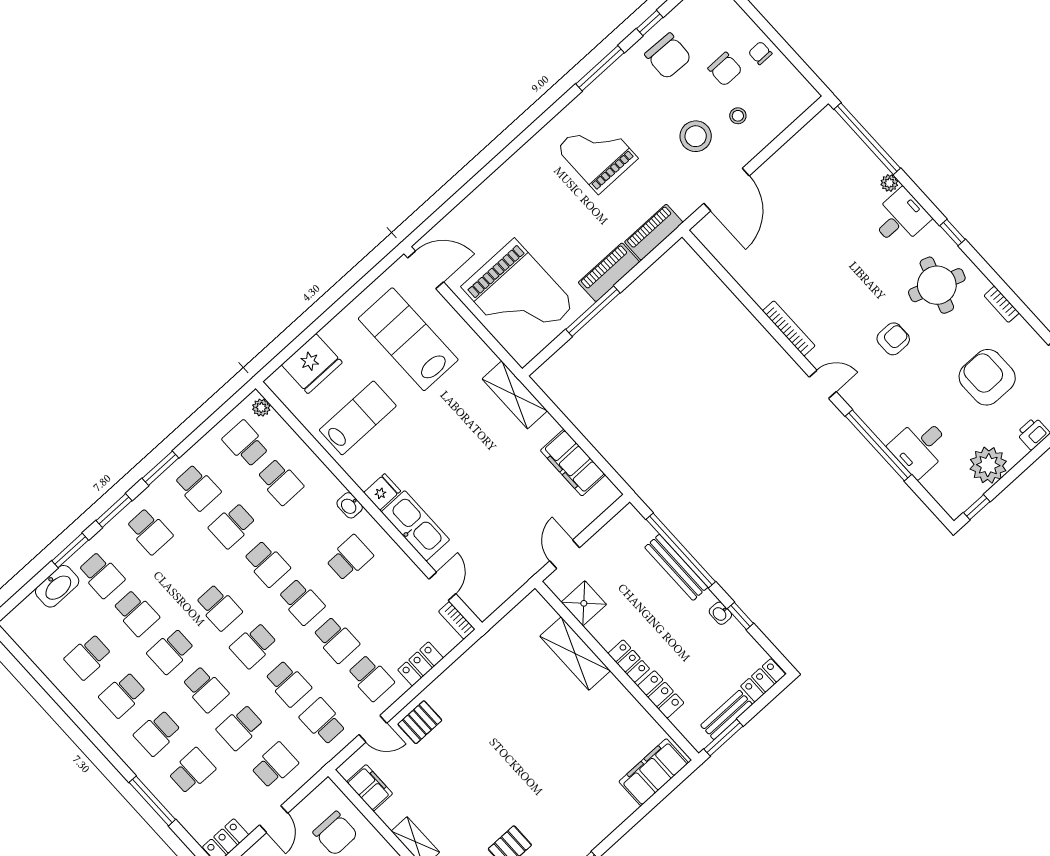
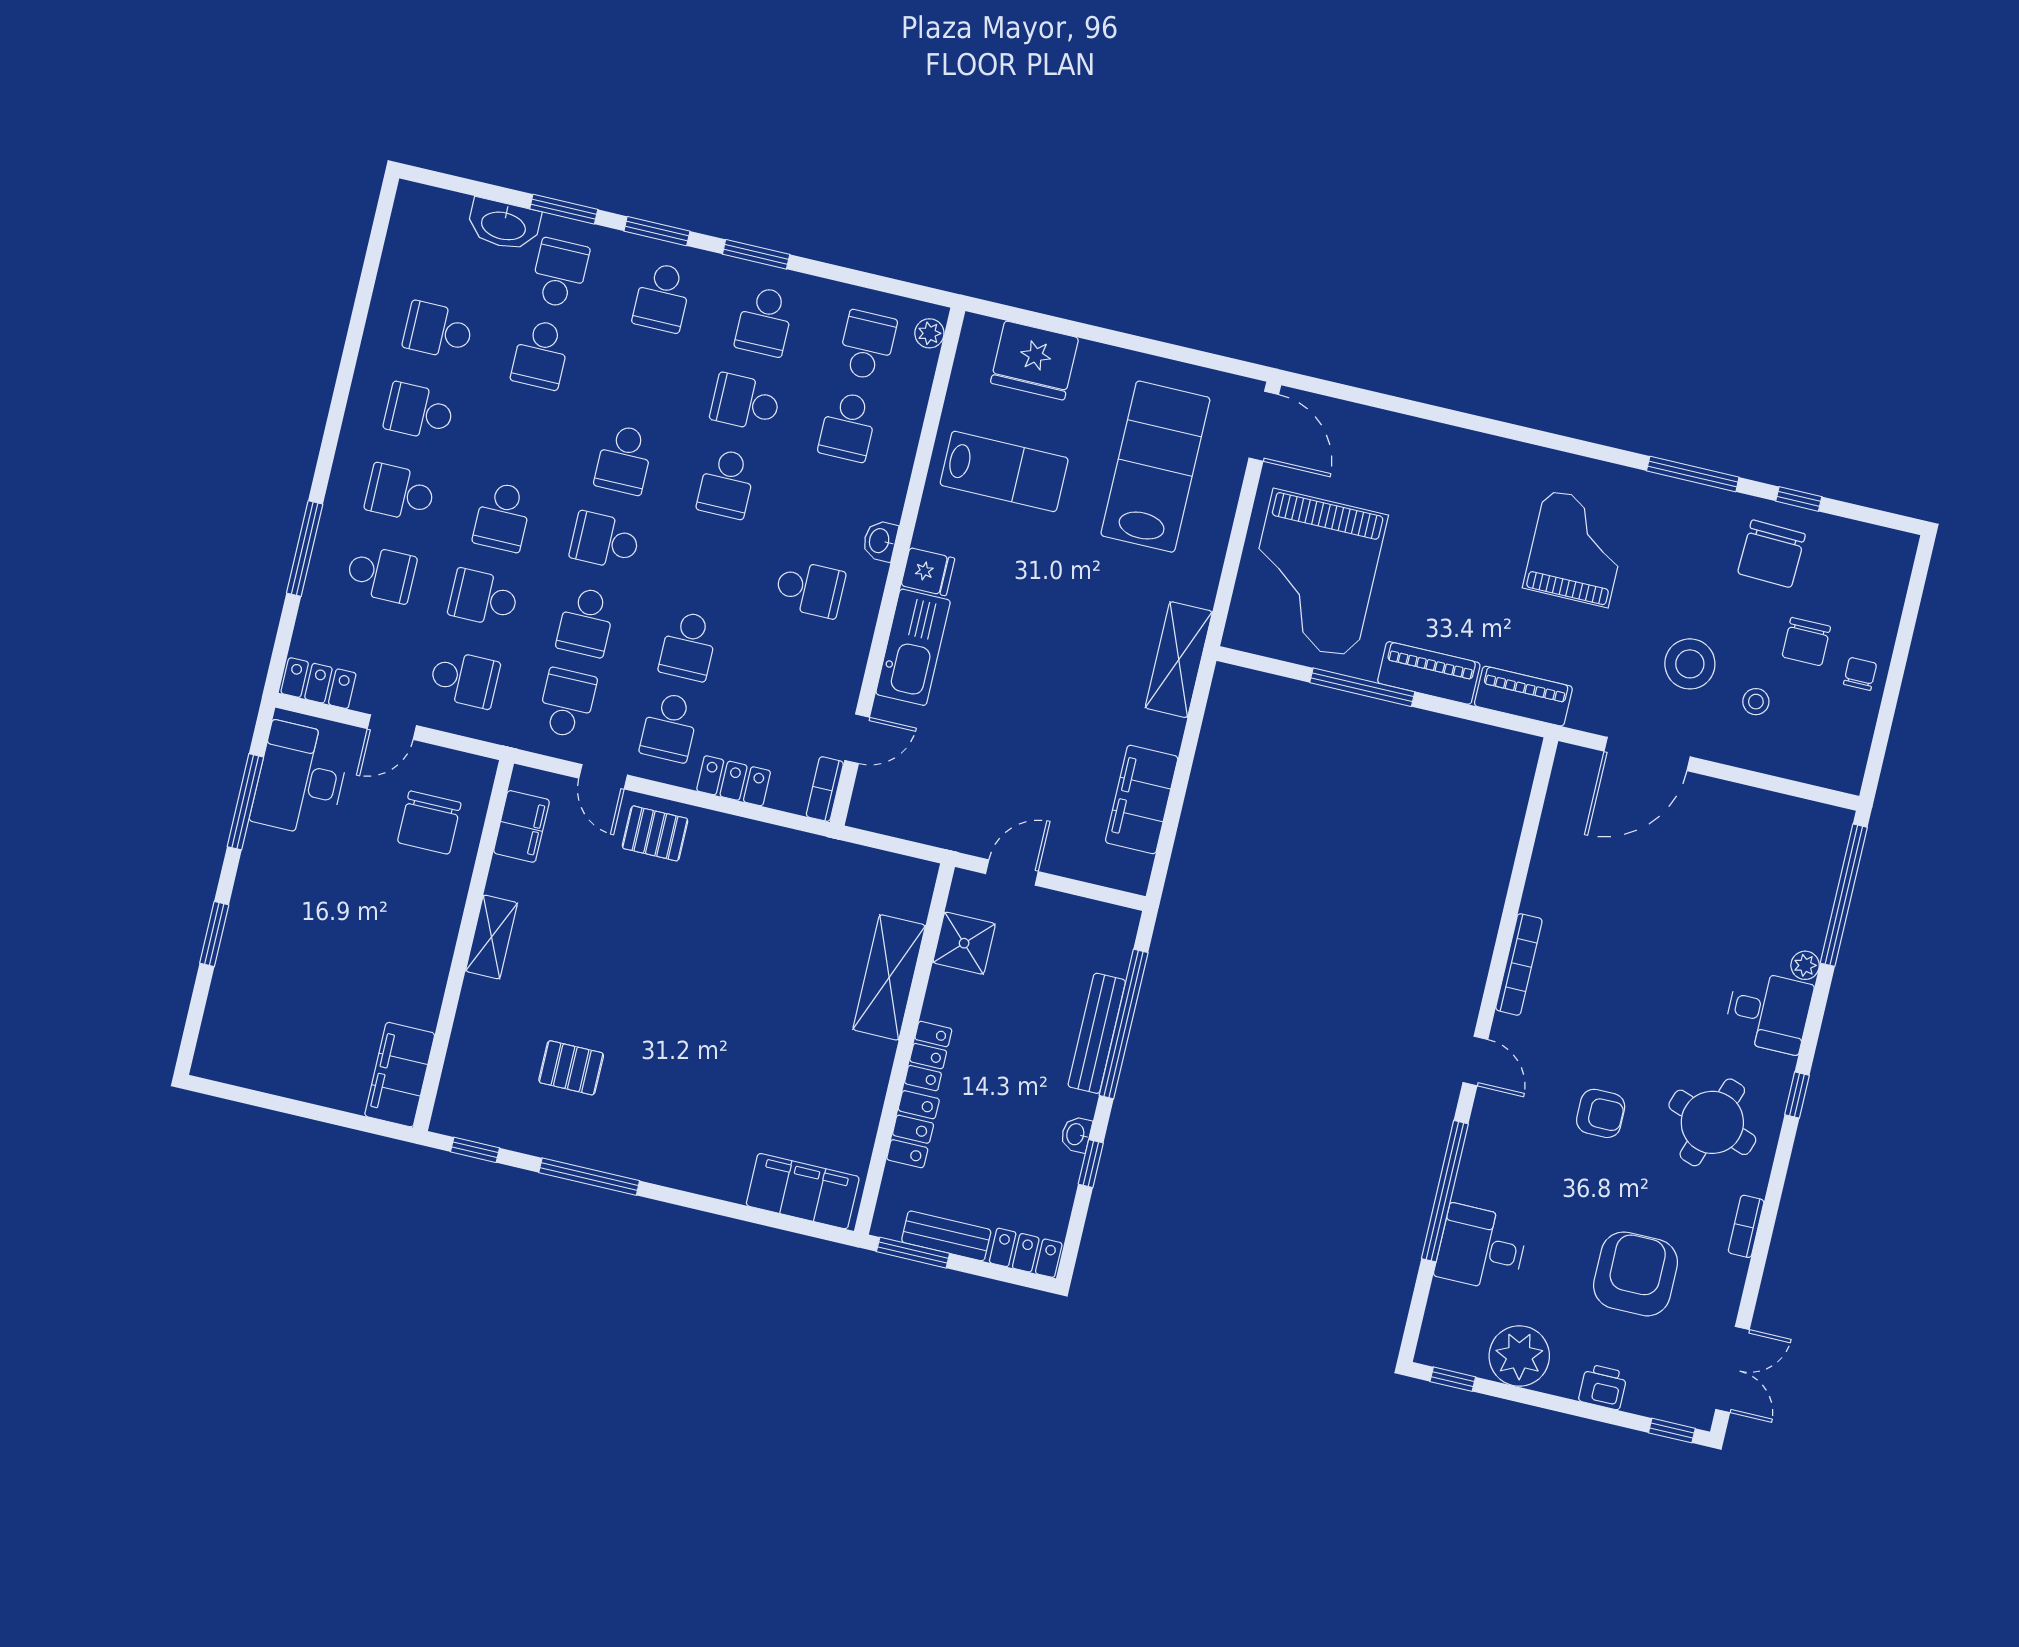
school desk: (101, 575) -> (560, 273), turned 180
school desk: (301, 602) -> (707, 565), removed
school desk: (171, 651) -> (522, 436), removed

